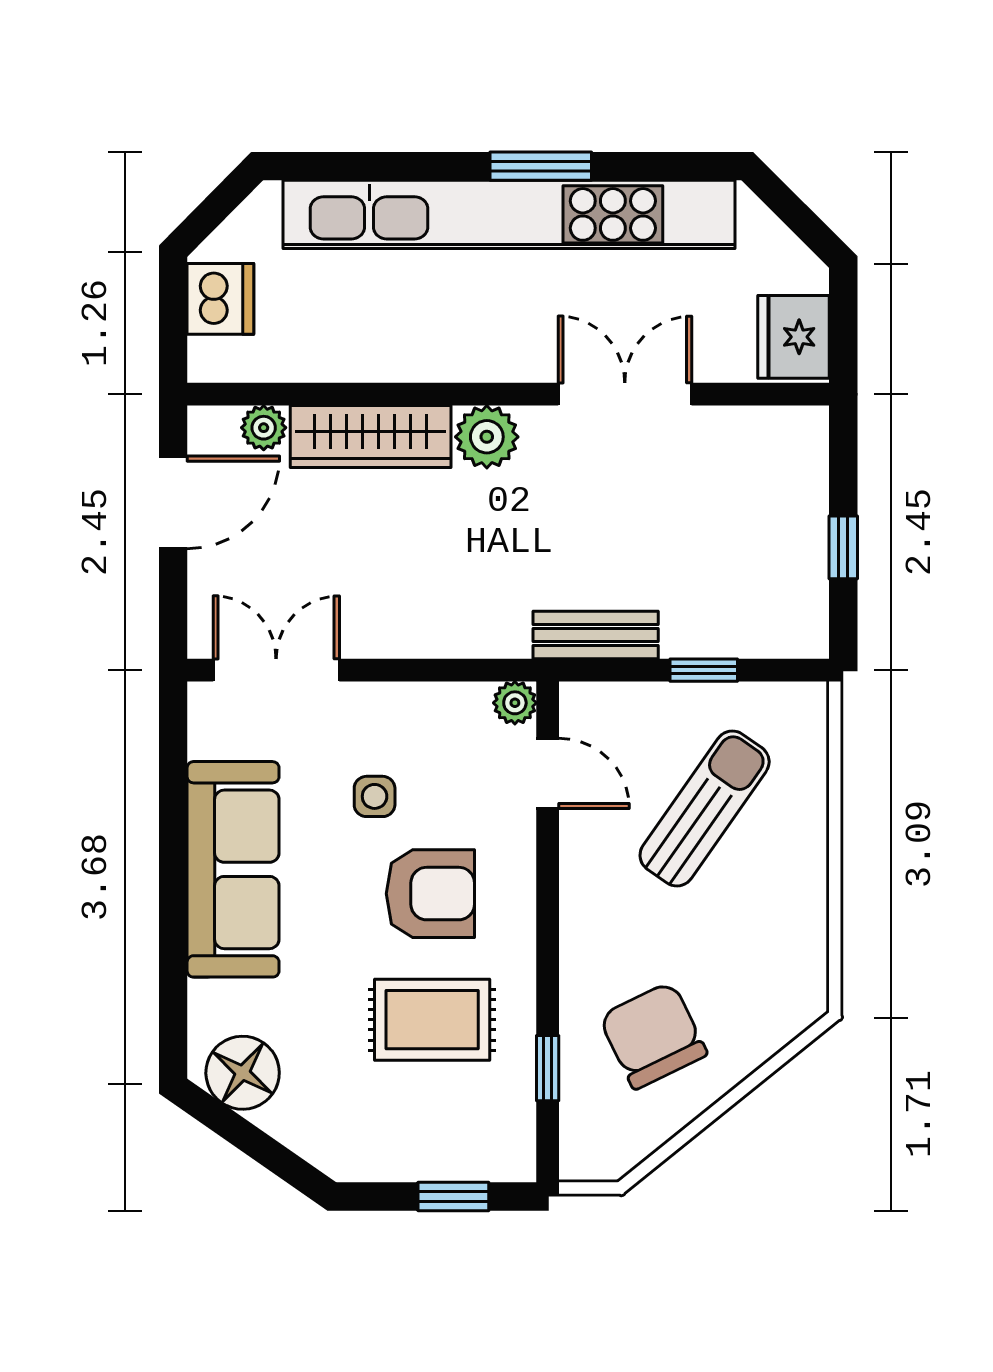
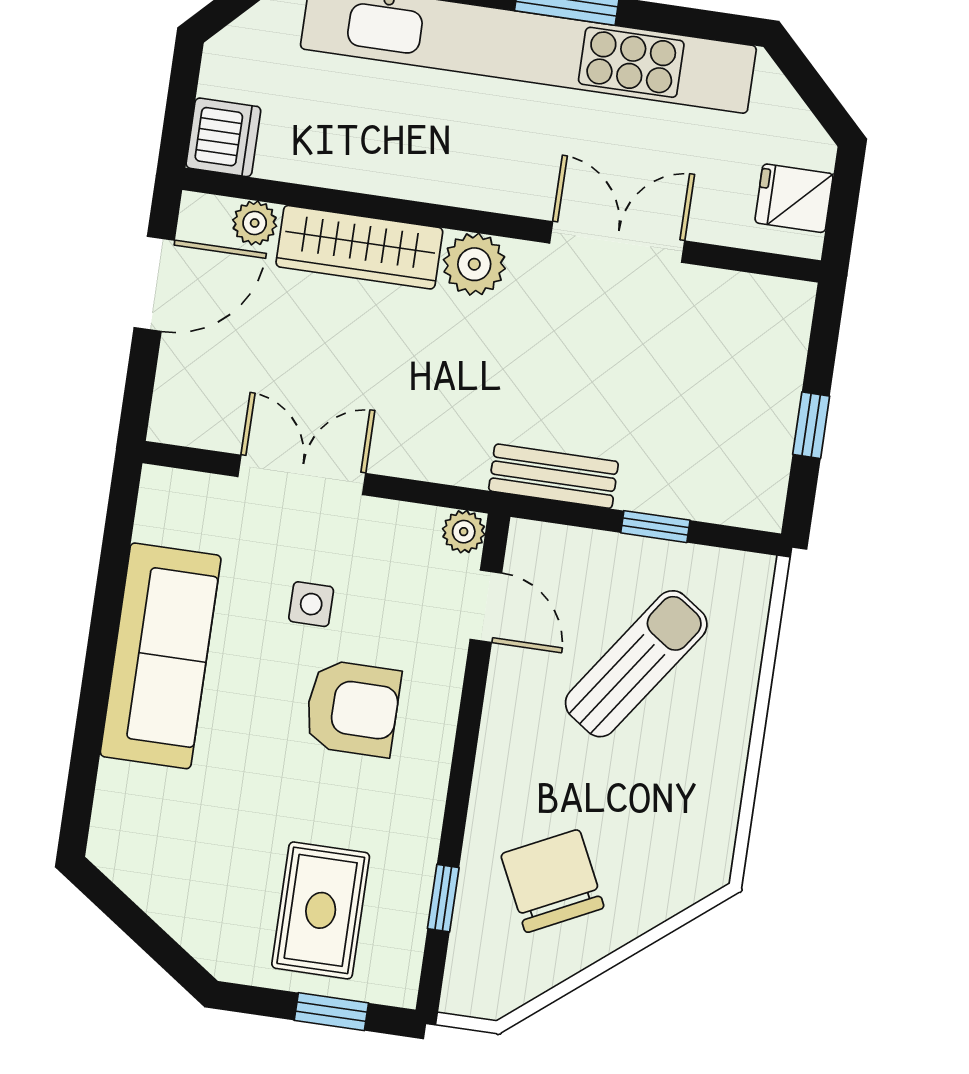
dishwasher: (220, 299) -> (223, 137), moved
fridge: (793, 337) -> (794, 198), width x0.72
double door: (276, 670) -> (302, 475), moved
rug: (432, 1020) -> (321, 910), moved, turned 90
floor lamp: (243, 1073) -> (141, 859), removed

